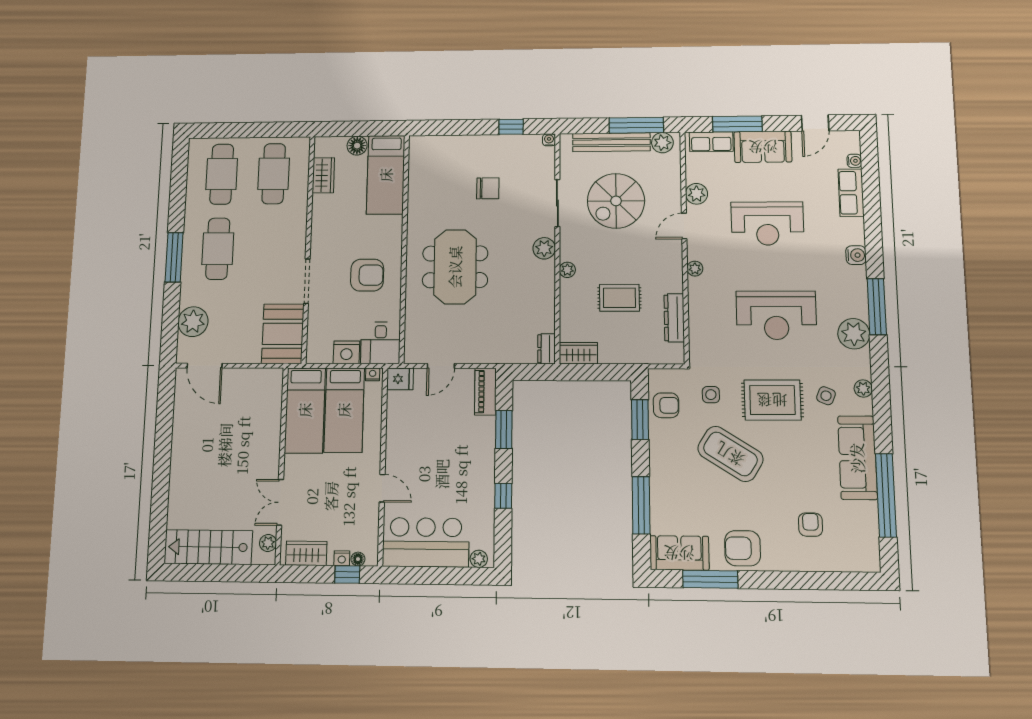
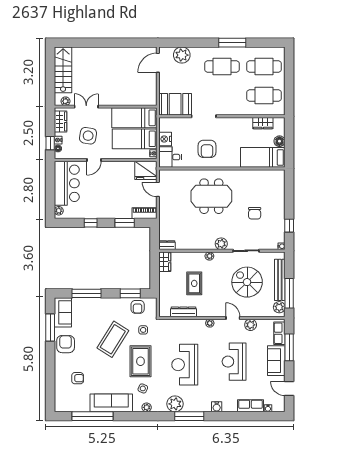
window: (174, 257) -> (232, 43), moved
fridge: (400, 379) -> (146, 170), width x1.88, depth x1.34
side table: (335, 499) -> (88, 136), added

